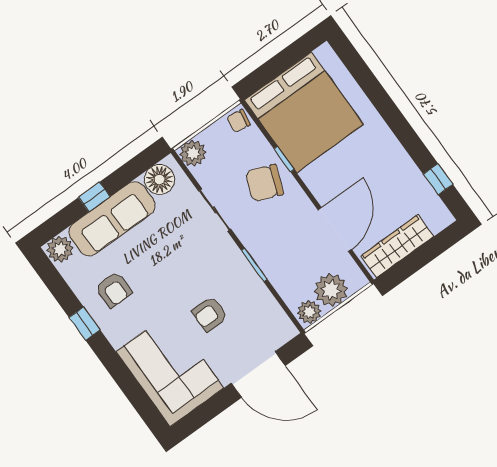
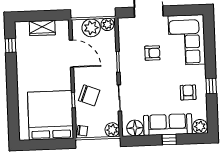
door: (335, 230) -> (71, 54), swing flipped
wardrobe: (397, 246) -> (42, 28), width x0.67

